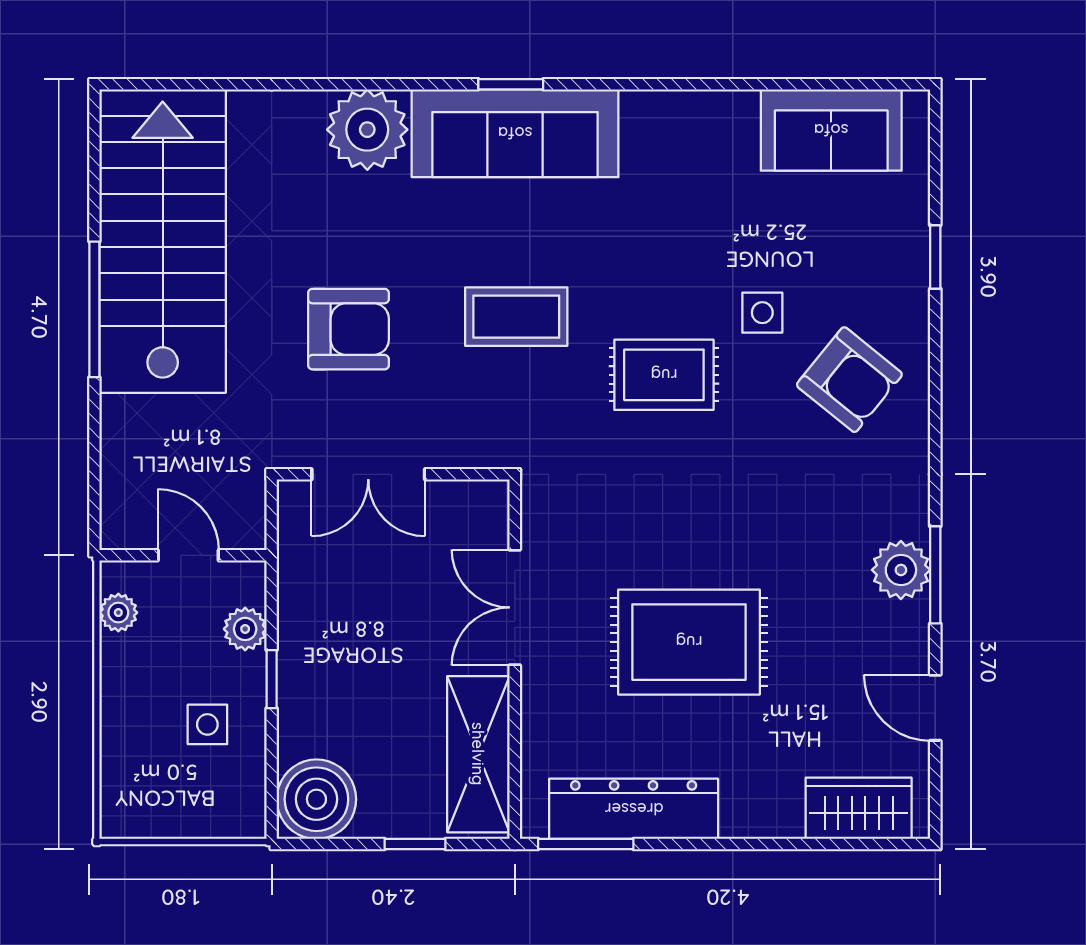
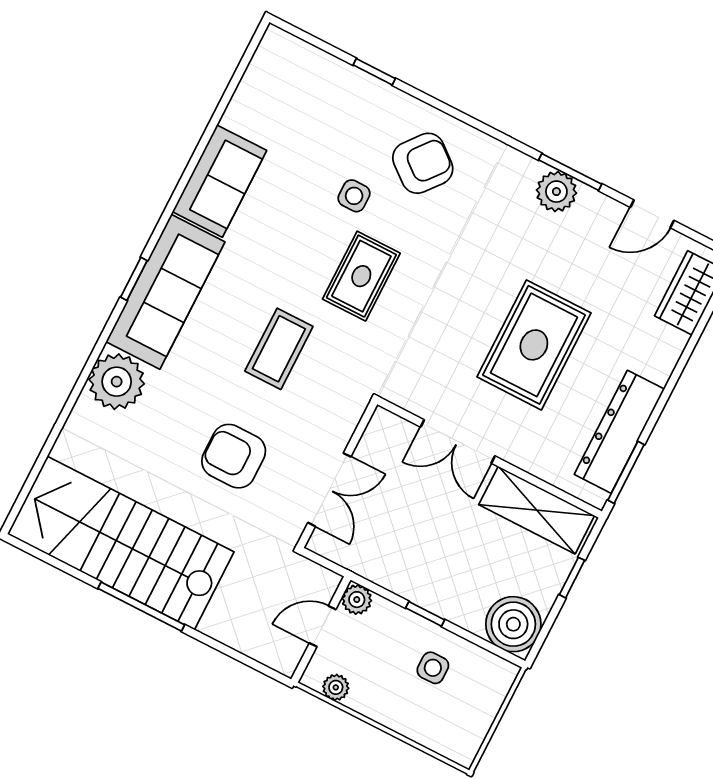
sofa: (831, 130) -> (220, 181), moved
armchair: (348, 329) -> (234, 456), turned -90
plant: (245, 629) -> (357, 600), moved

